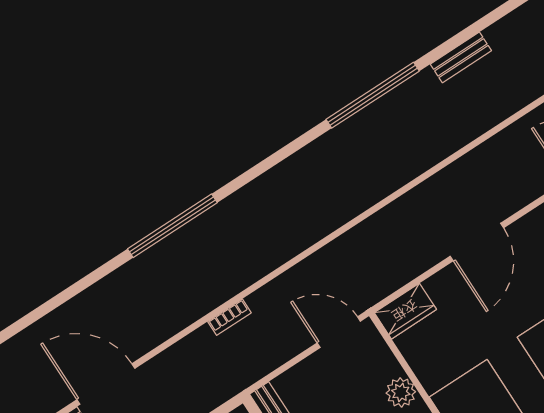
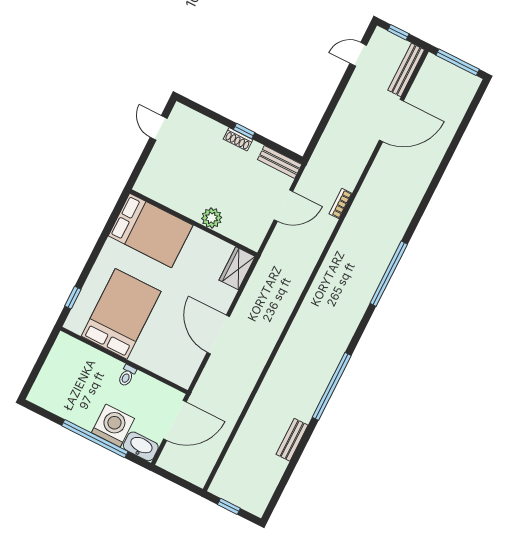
window: (172, 226) -> (389, 274), moved
door: (339, 332) -> (283, 206), moved

